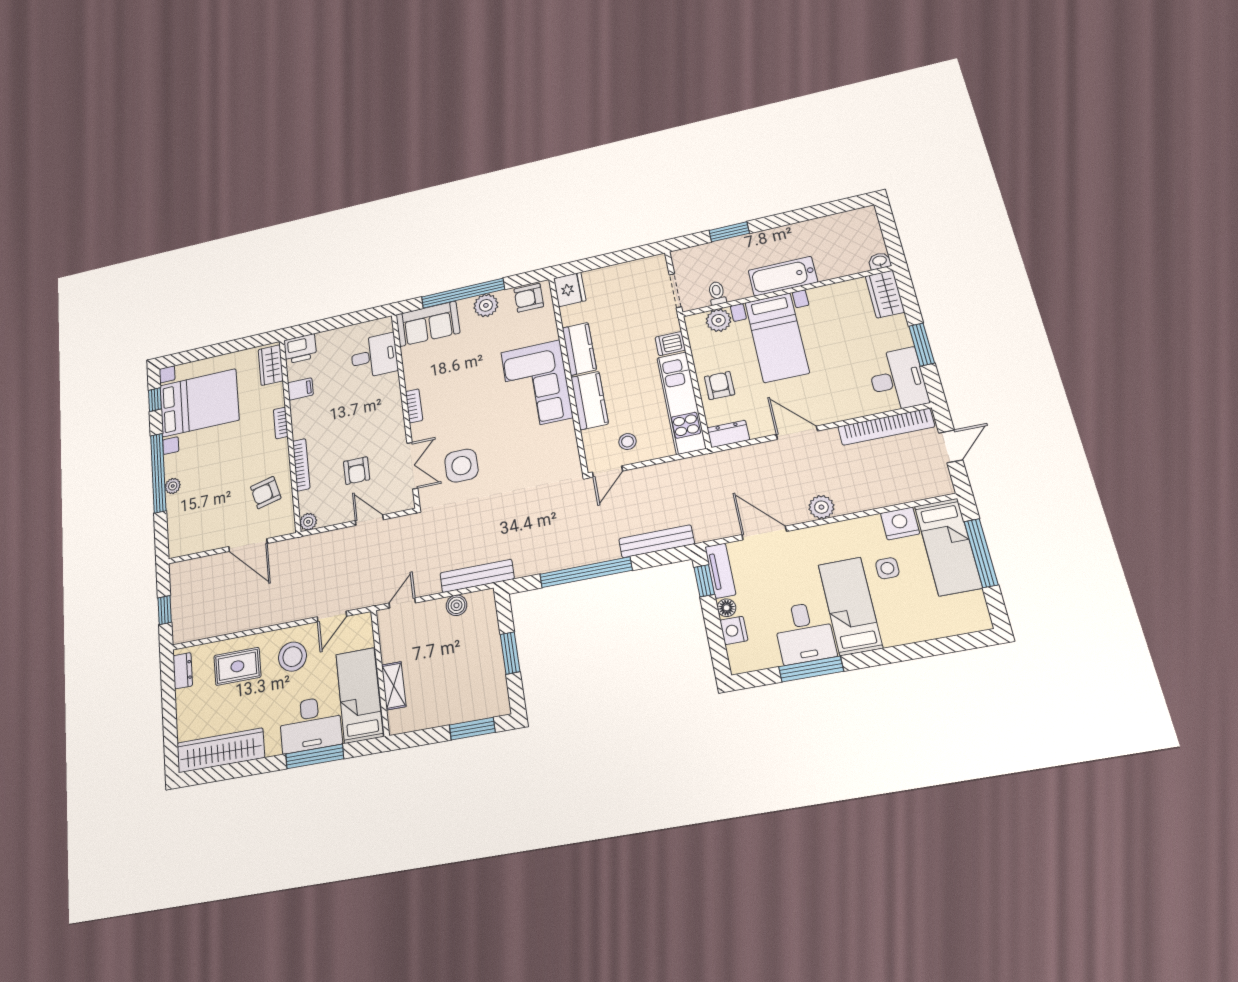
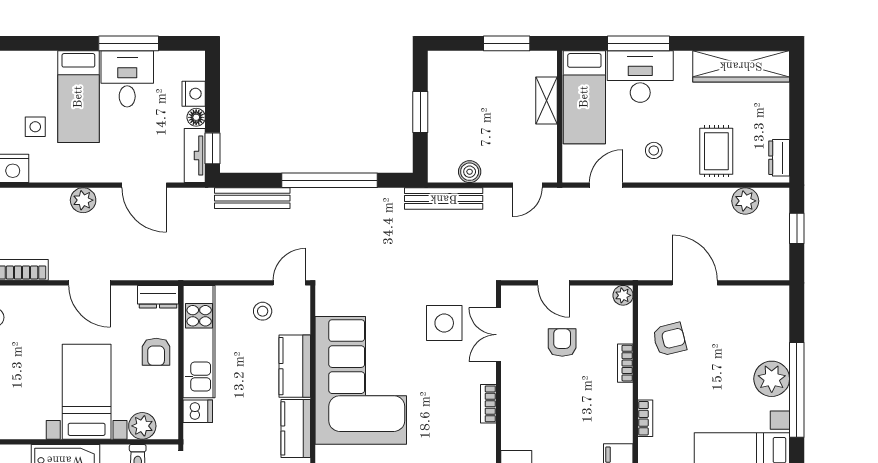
corner sofa: (537, 385) -> (361, 380), width x1.36, depth x1.36
bookcase: (301, 465) -> (625, 363), width x0.64
plant: (173, 486) -> (772, 379), width x1.87, depth x1.87
plant: (210, 626) -> (745, 201), added
stool: (292, 657) -> (654, 150), width x0.53, depth x0.53
rug: (237, 666) -> (716, 151), turned 90
window: (472, 729) -> (507, 43), moved

